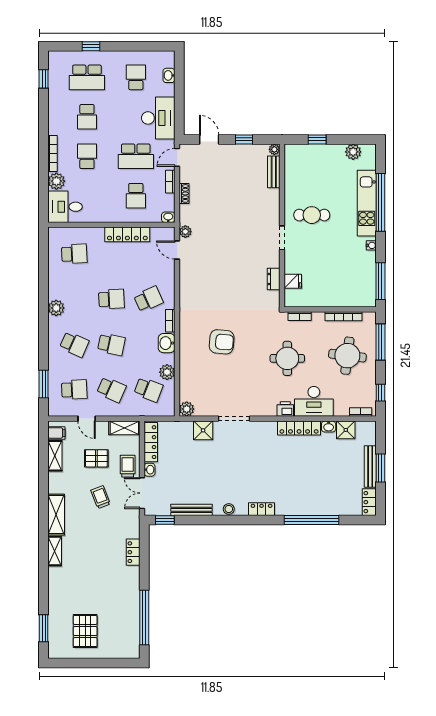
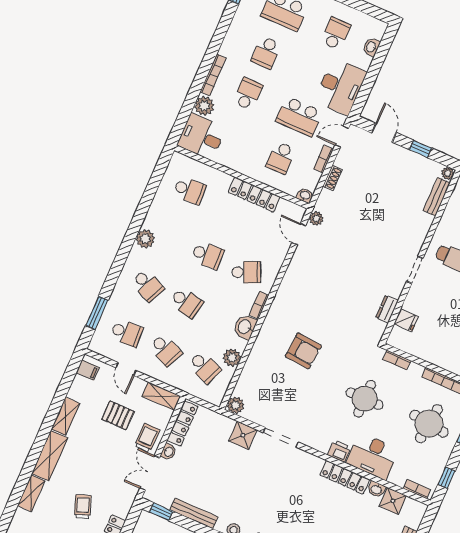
shelving: (55, 456) -> (65, 416), moved
trolley: (101, 497) -> (83, 507), moved

